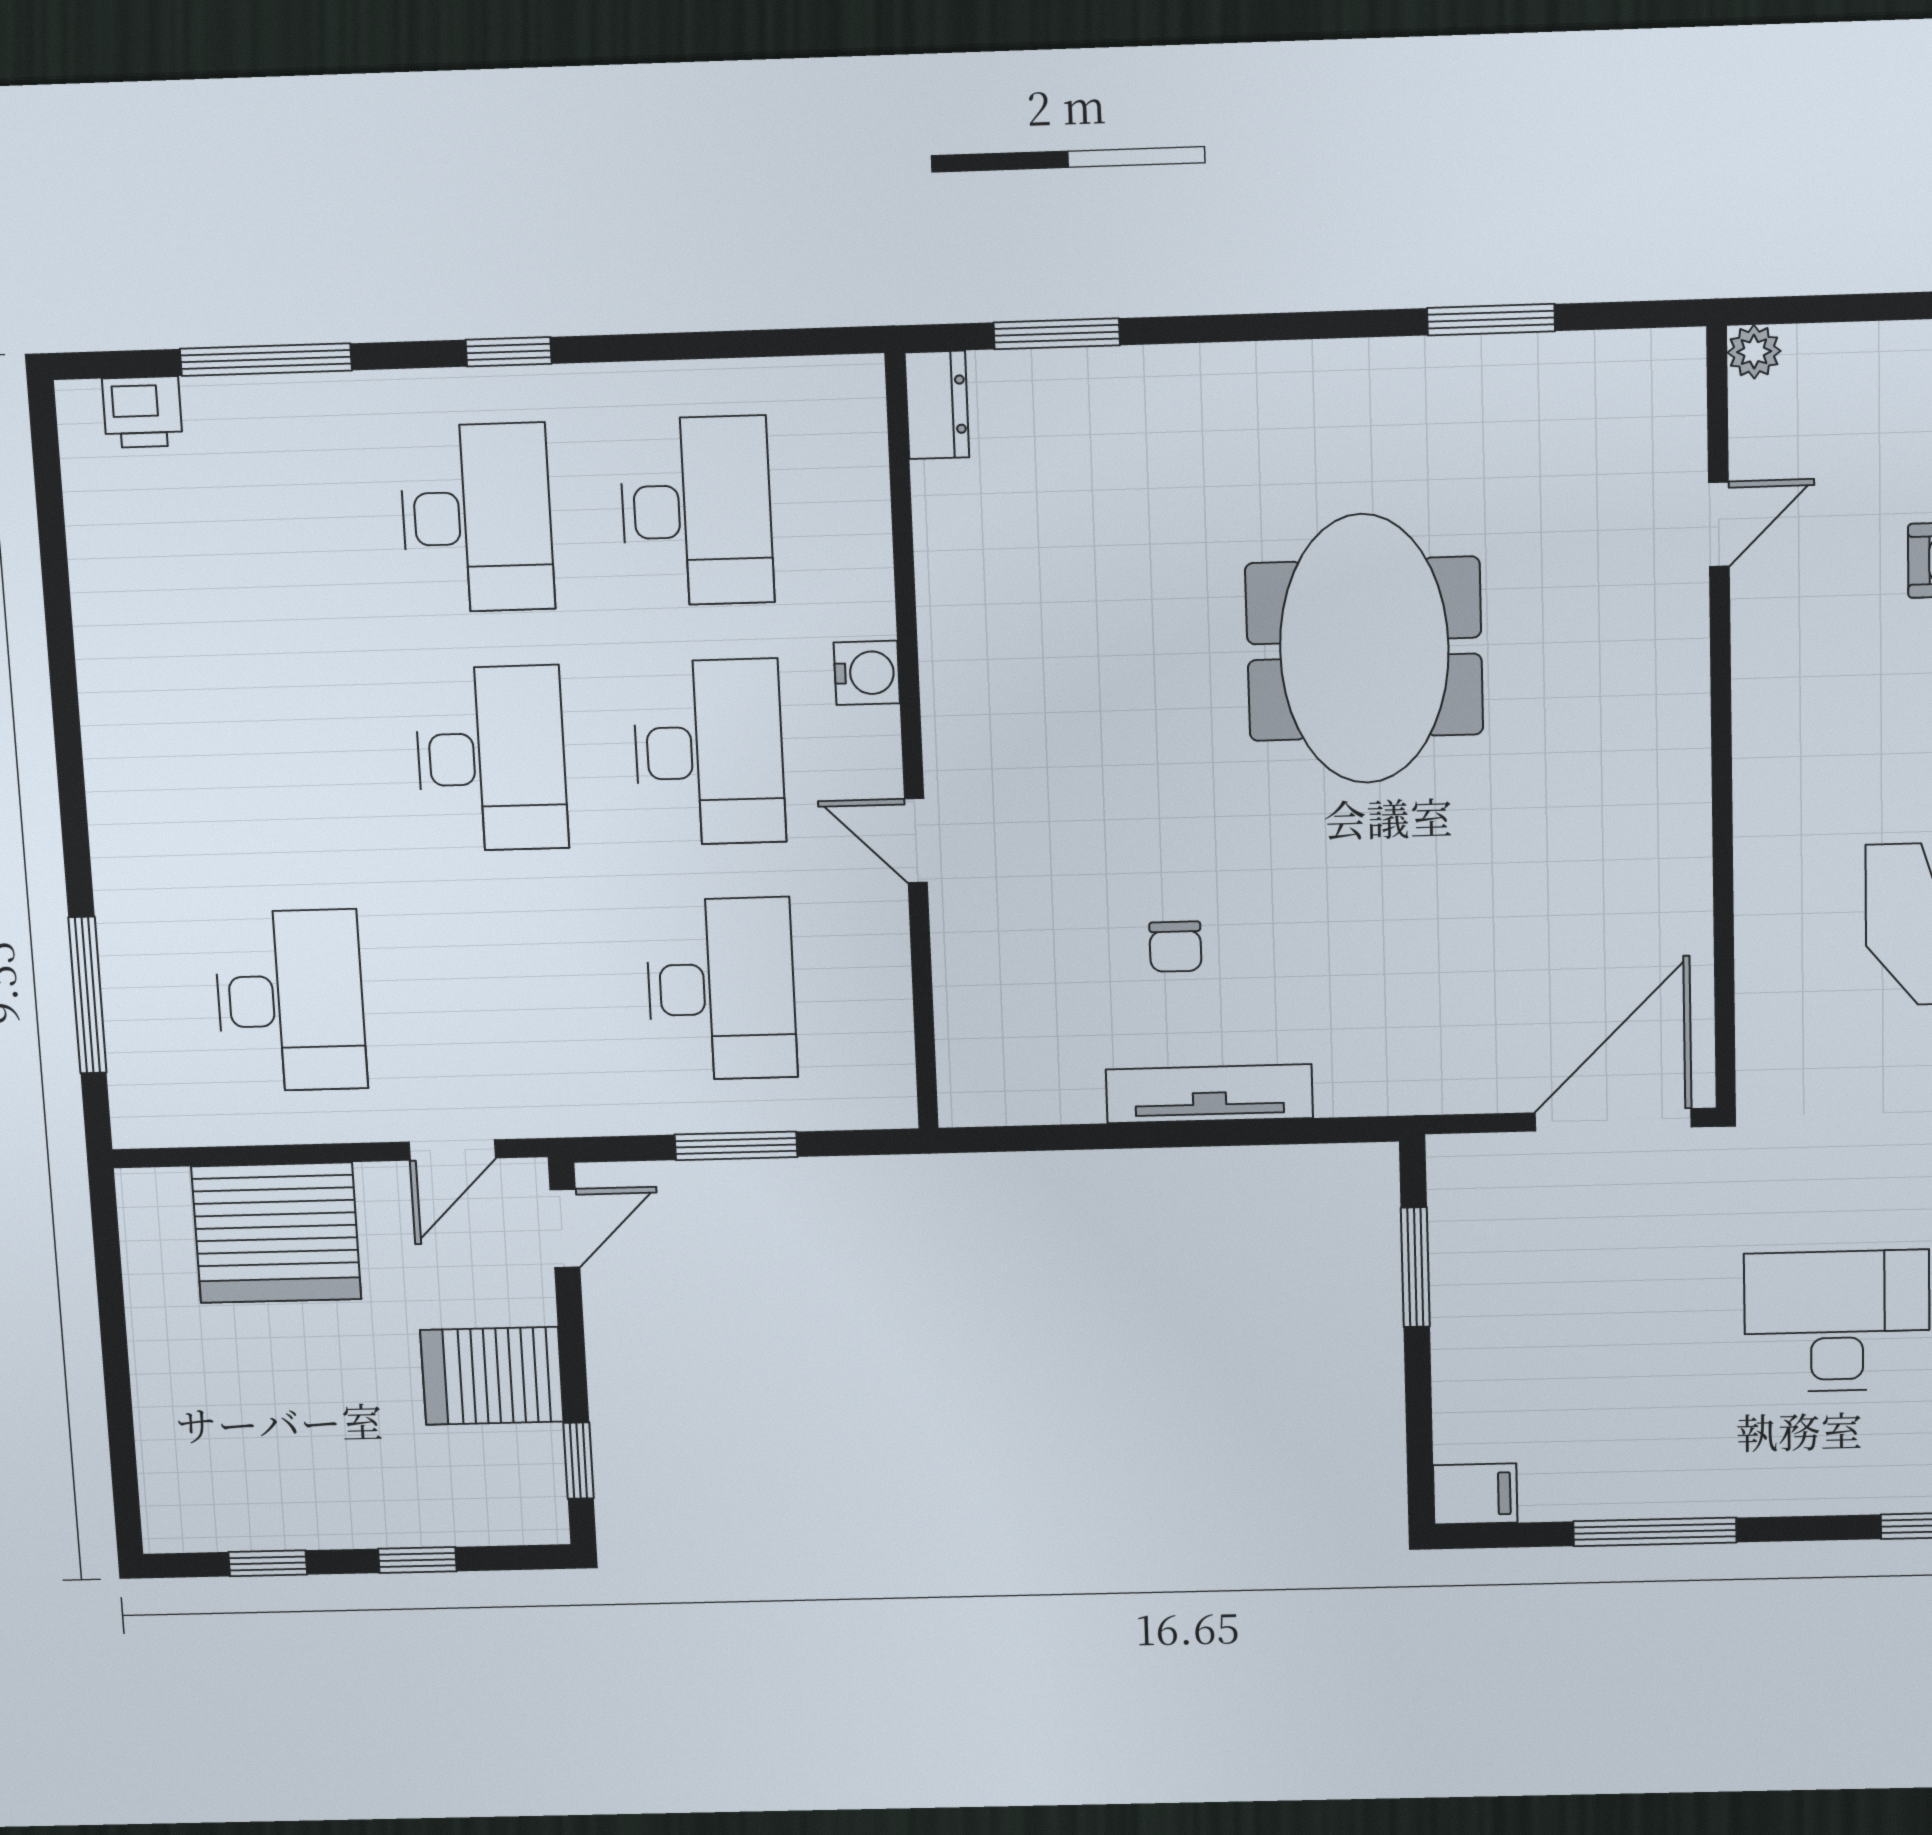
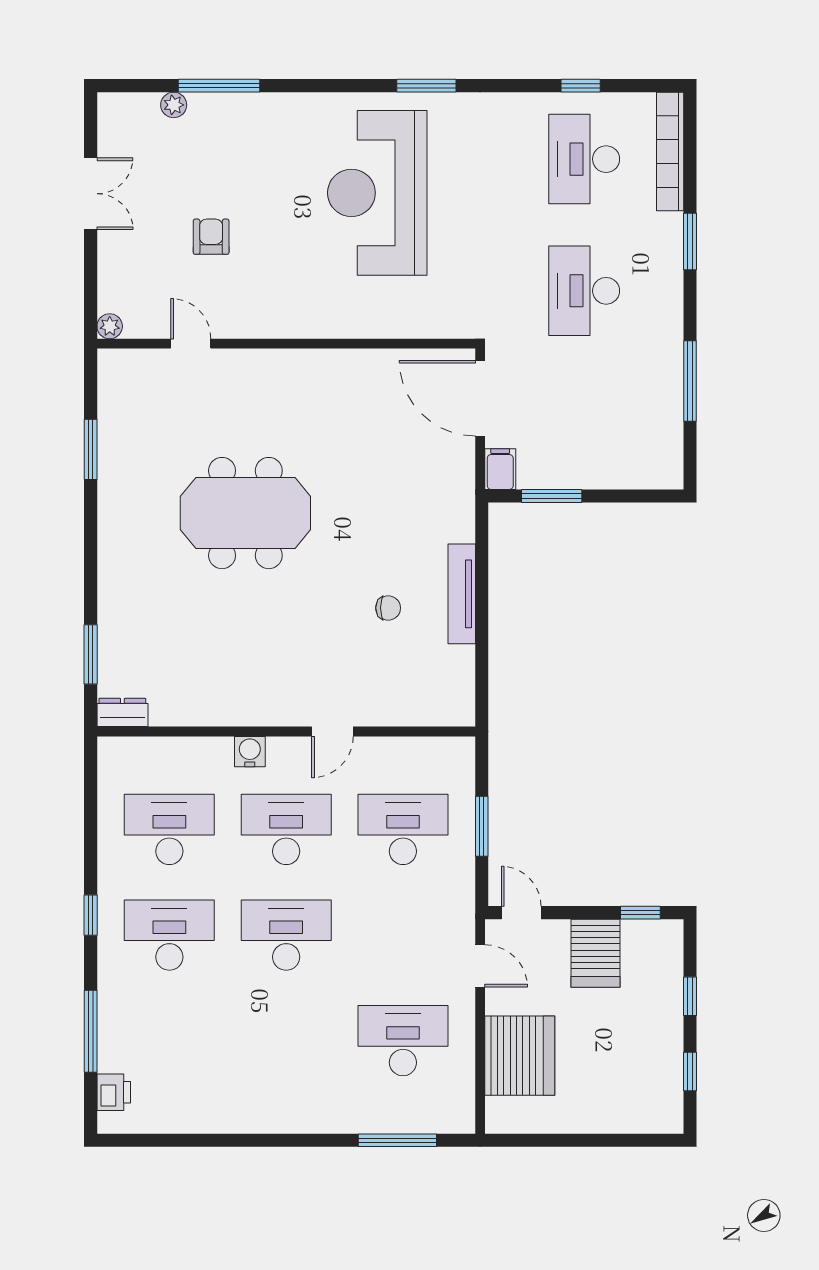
filing cabinet: (1475, 1494) -> (500, 469), moved

